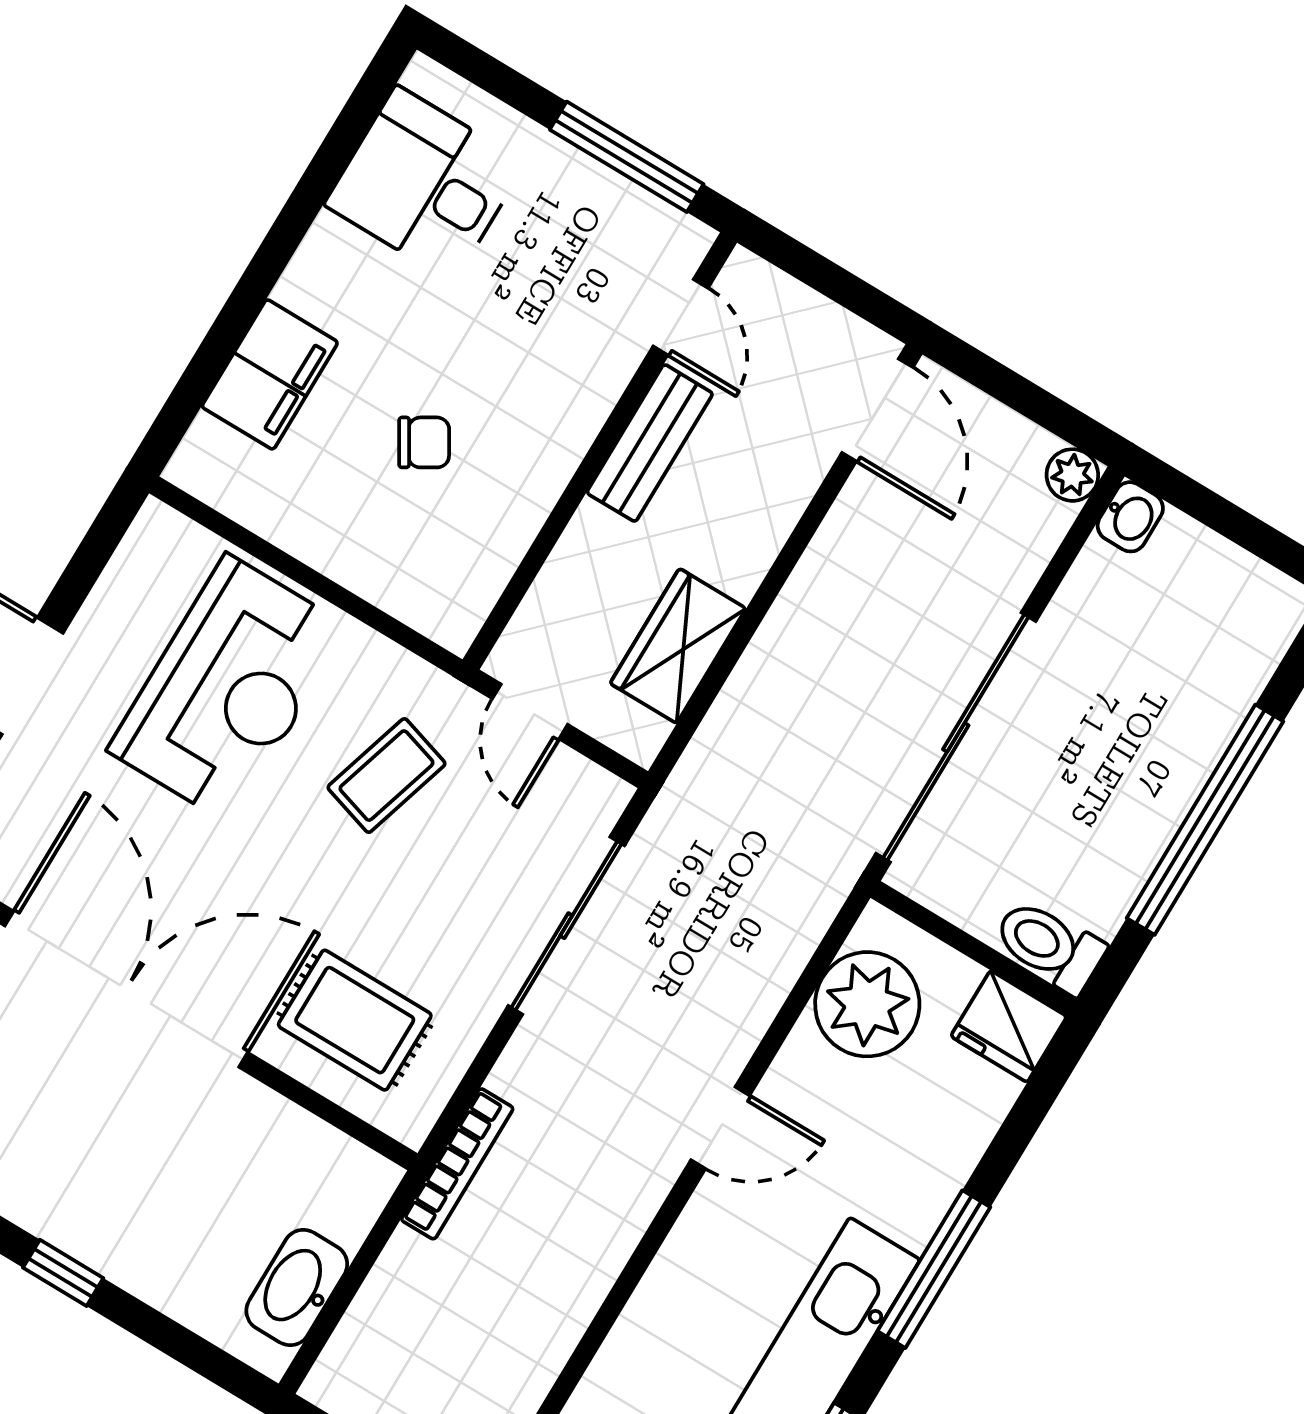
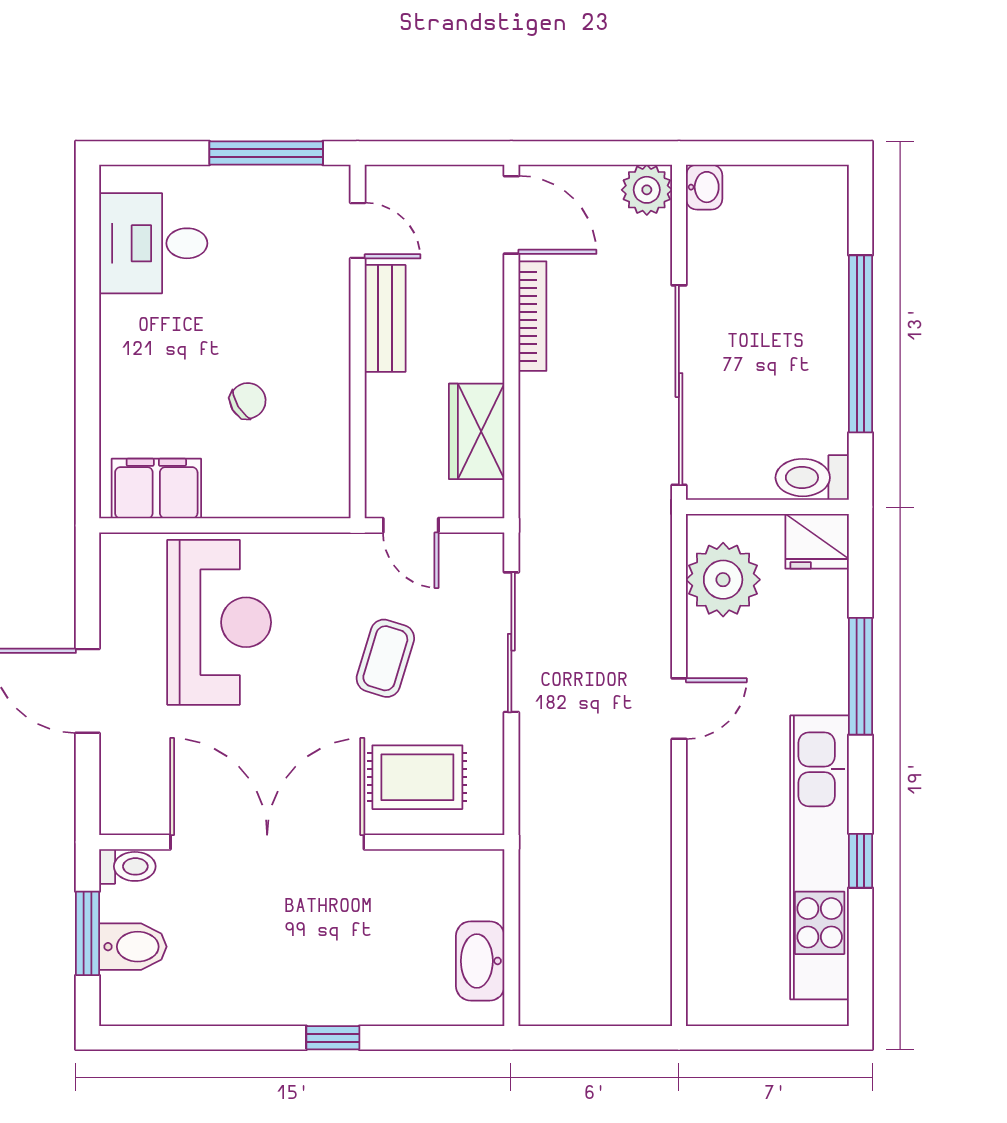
filing cabinet: (270, 374) -> (156, 489), moved, turned -90
plant: (1072, 475) -> (647, 190), width x1.38, depth x1.38
coffee table: (386, 776) -> (385, 658), moved
bookcase: (457, 1164) -> (532, 316), moved
window: (934, 1269) -> (861, 676), moved

